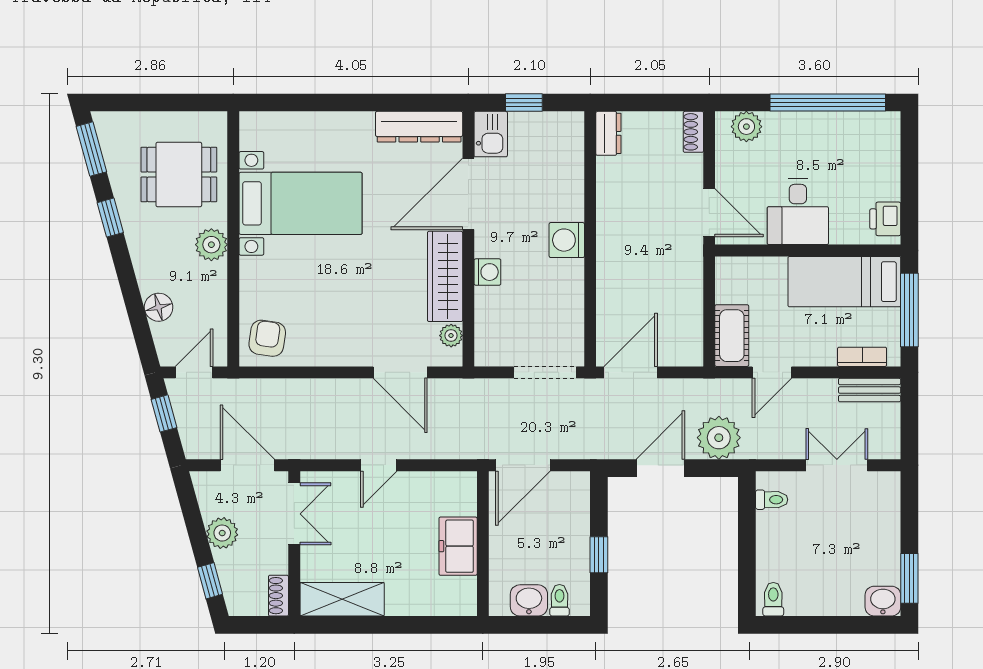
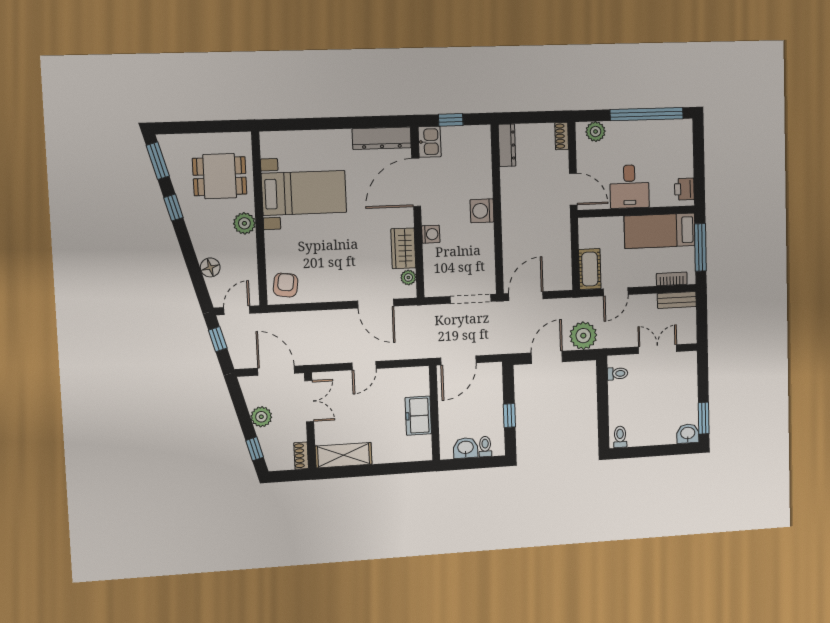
dresser: (608, 133) -> (507, 145), width x1.44
wardrobe: (445, 276) -> (403, 248), width x0.67

